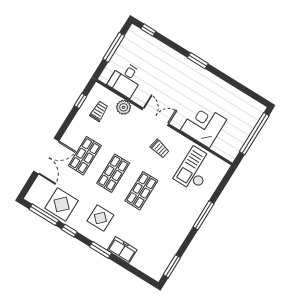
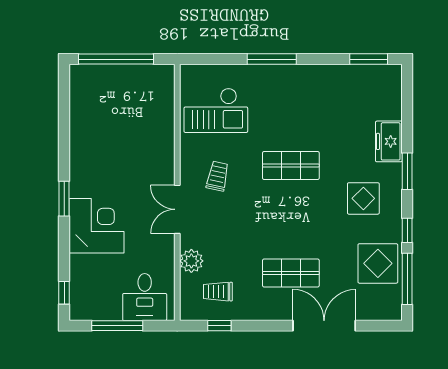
desk: (126, 79) -> (145, 297), moved, turned 90
corner desk: (204, 125) -> (96, 226), moved, turned 180
shop shelf: (113, 173) -> (291, 219), removed

